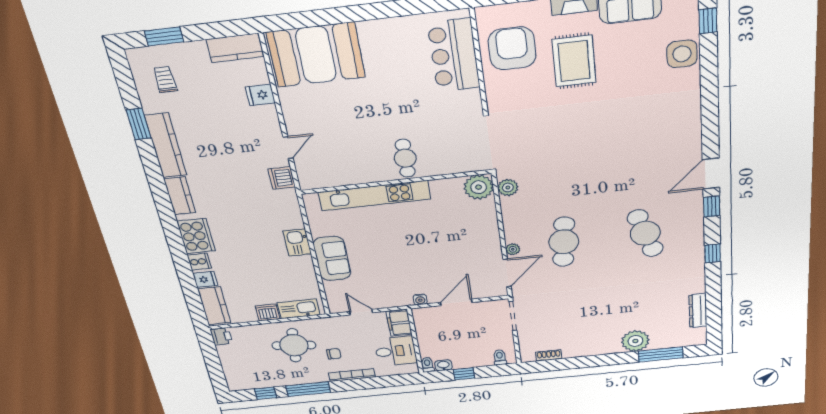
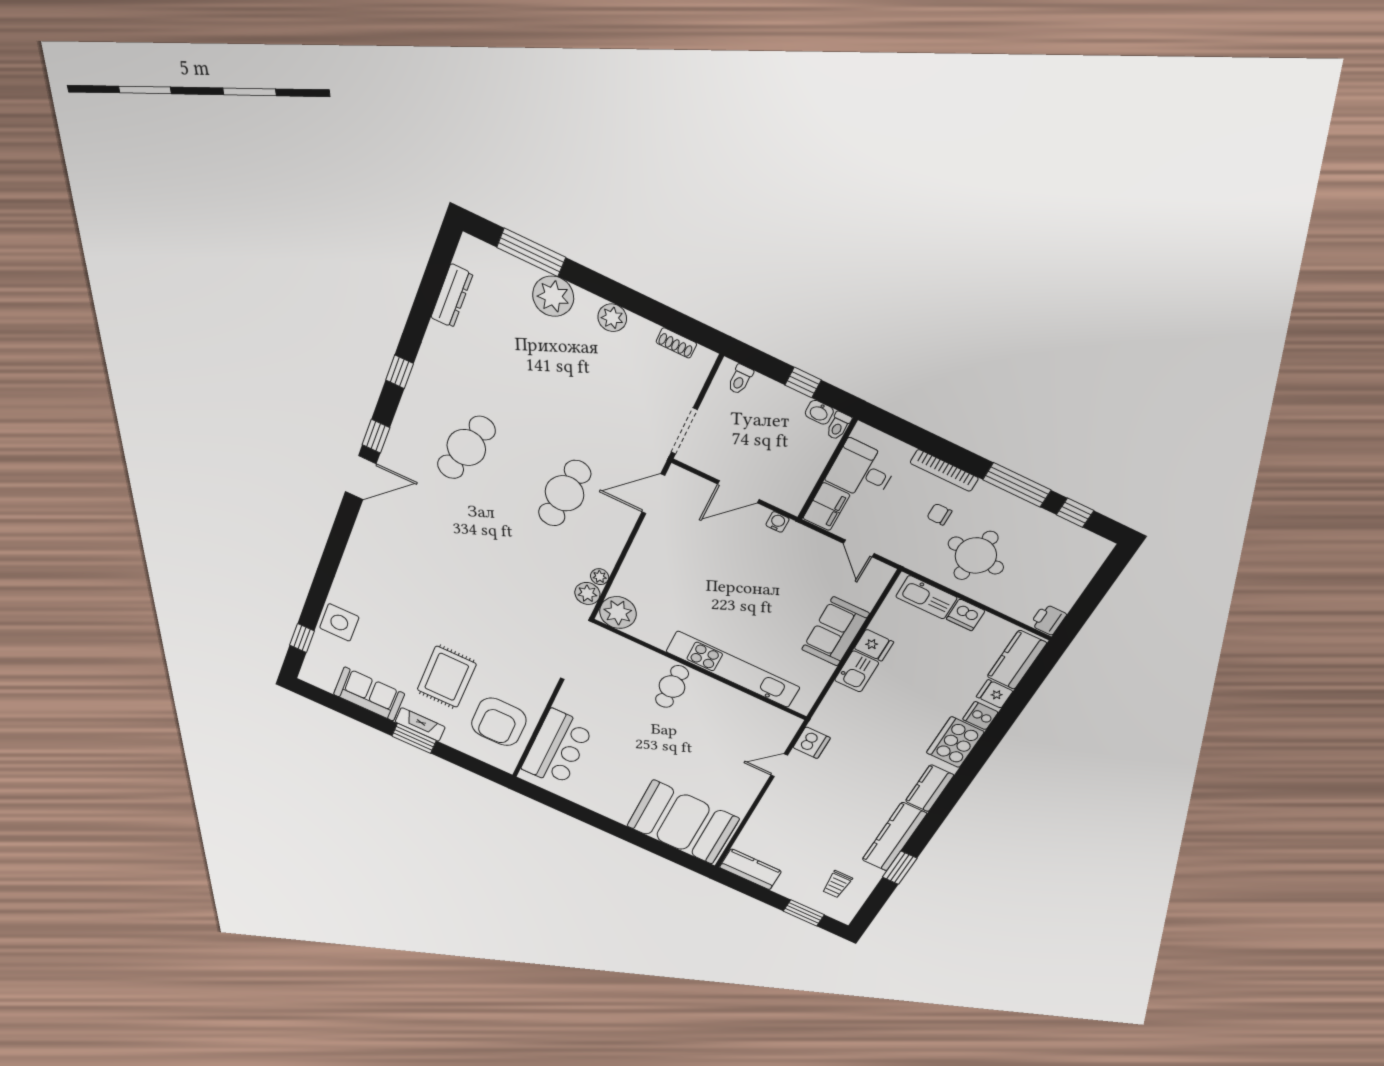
fridge: (260, 95) -> (874, 645), moved
cafe table: (645, 233) -> (466, 448), turned 33
plant: (513, 249) -> (600, 577), moved
plant: (594, 348) -> (612, 318), added

